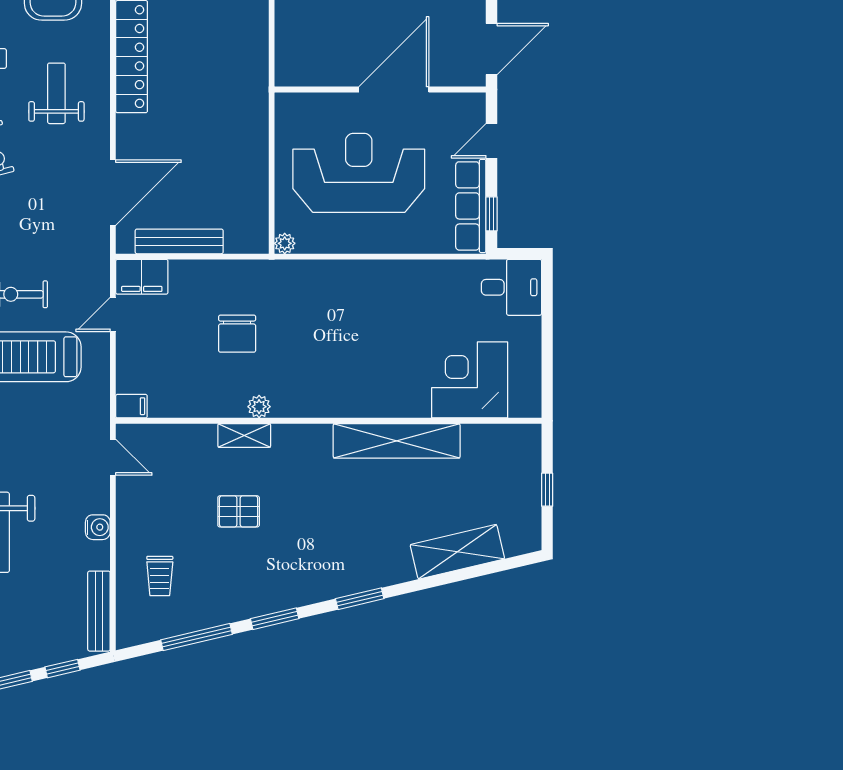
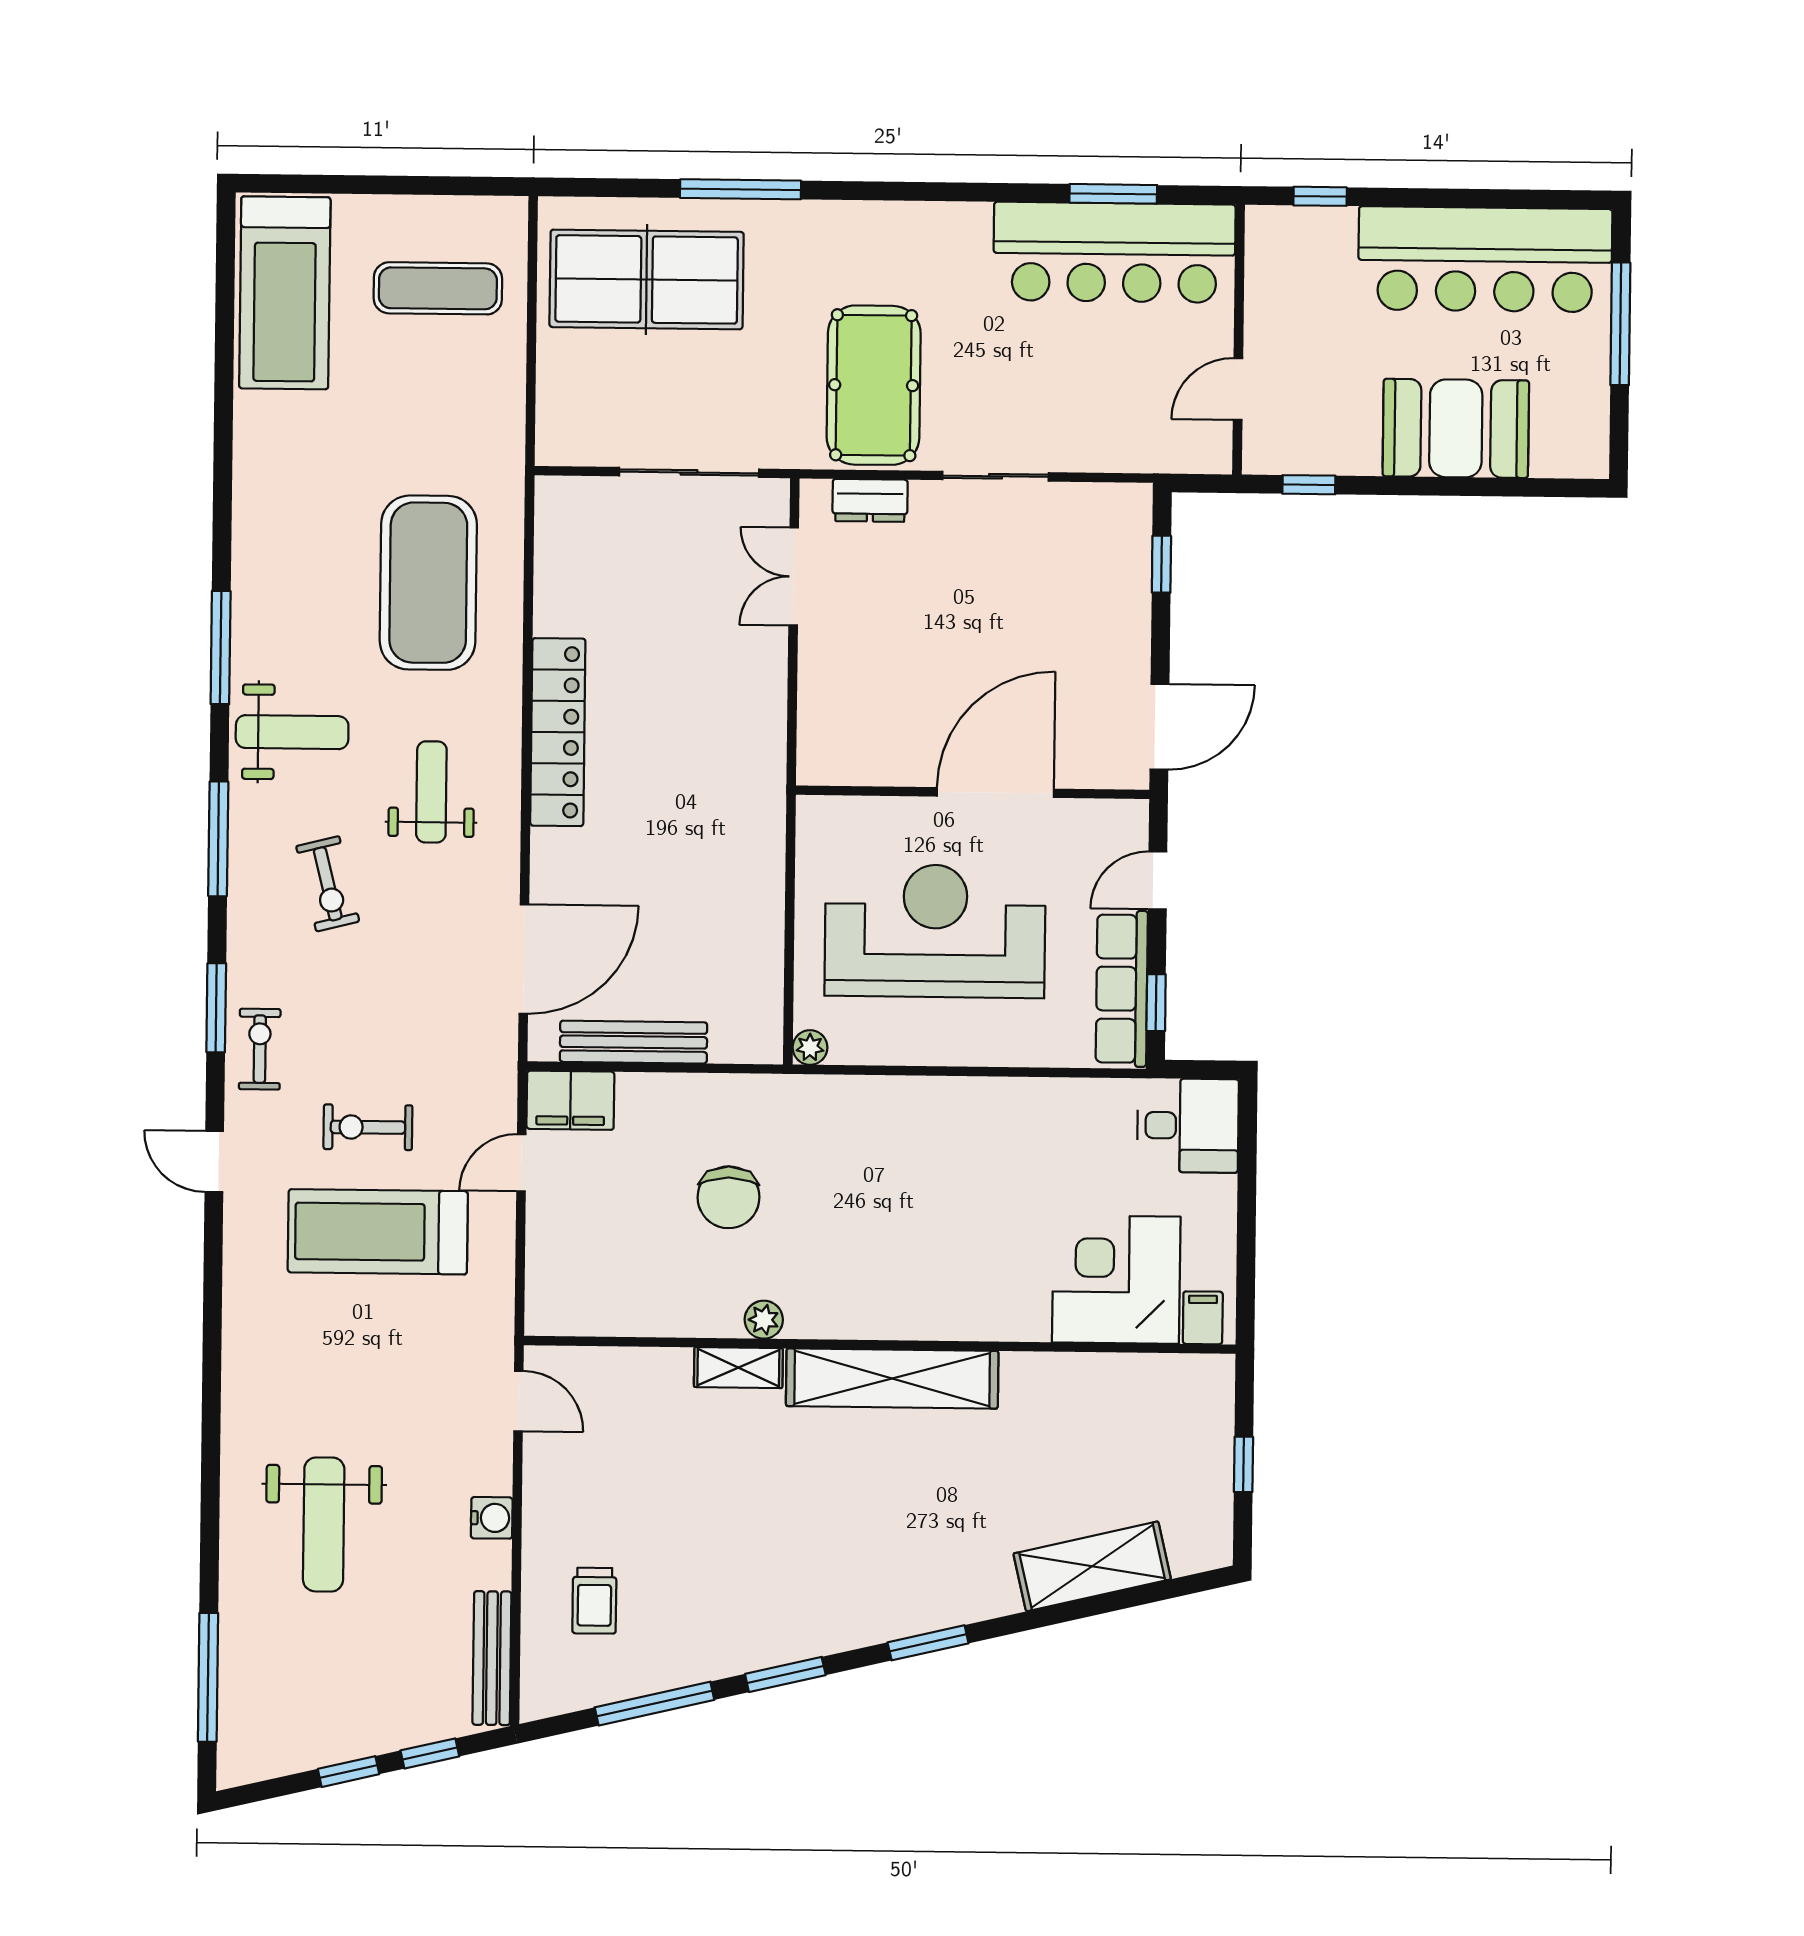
filing cabinet: (131, 406) -> (1203, 1318), moved, turned -90
shelving: (397, 441) -> (892, 1379), moved
pallet: (239, 511) -> (727, 1494), removed

